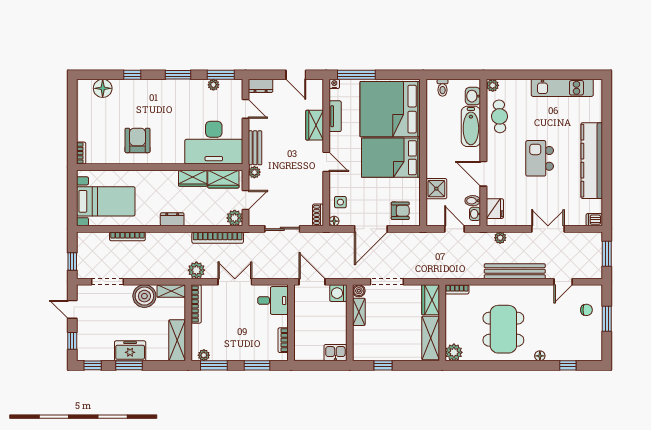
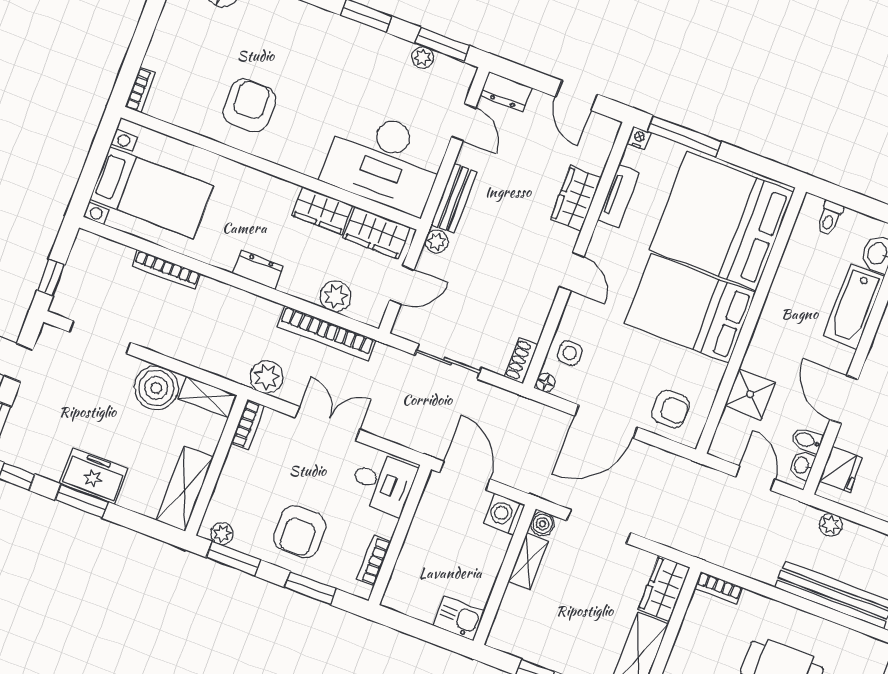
plant: (235, 218) -> (335, 296), moved
bookcase: (196, 304) -> (248, 425), width x0.64
armchair: (241, 340) -> (300, 532), added

